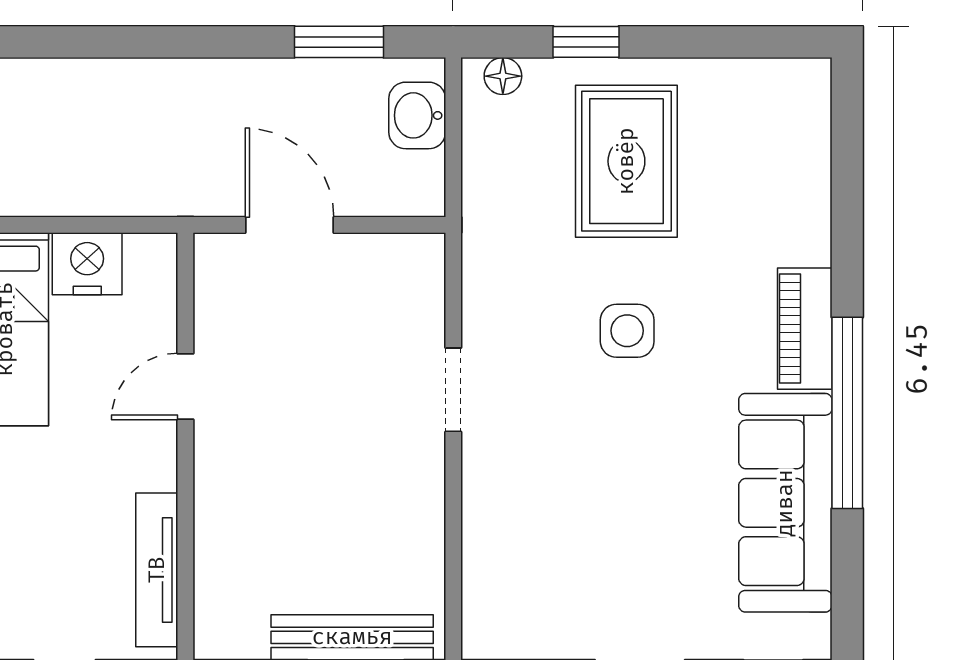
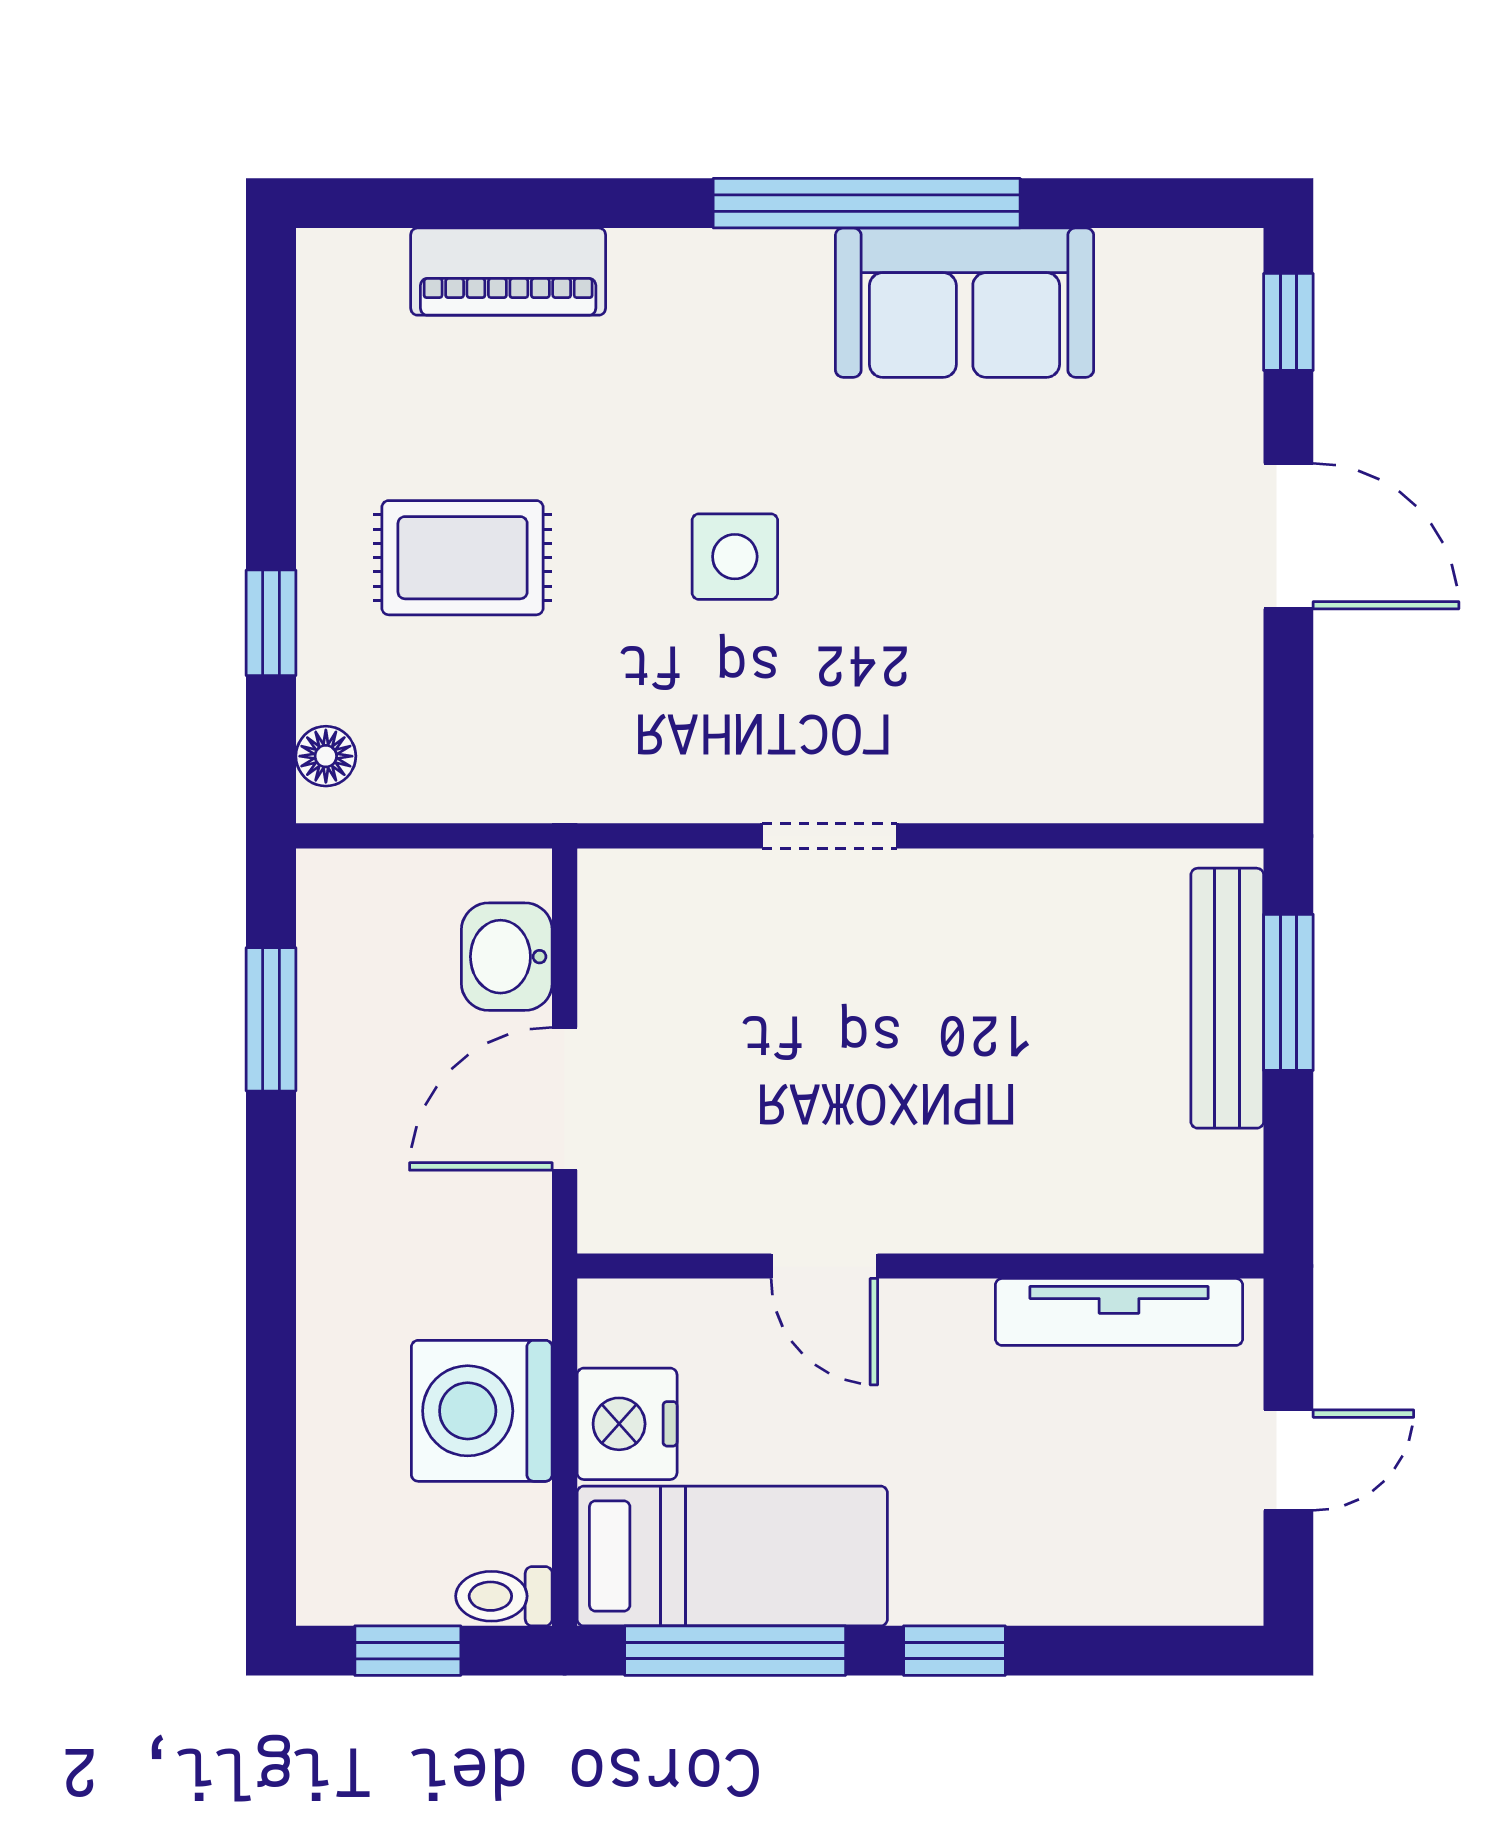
washbasin: (417, 115) -> (507, 957), moved, turned 90
rug: (626, 161) -> (463, 558), width x0.73, depth x0.70
washing machine: (95, 173) -> (482, 1411), added
piano: (805, 329) -> (508, 272), moved
sofa: (785, 503) -> (965, 303), width x0.73

